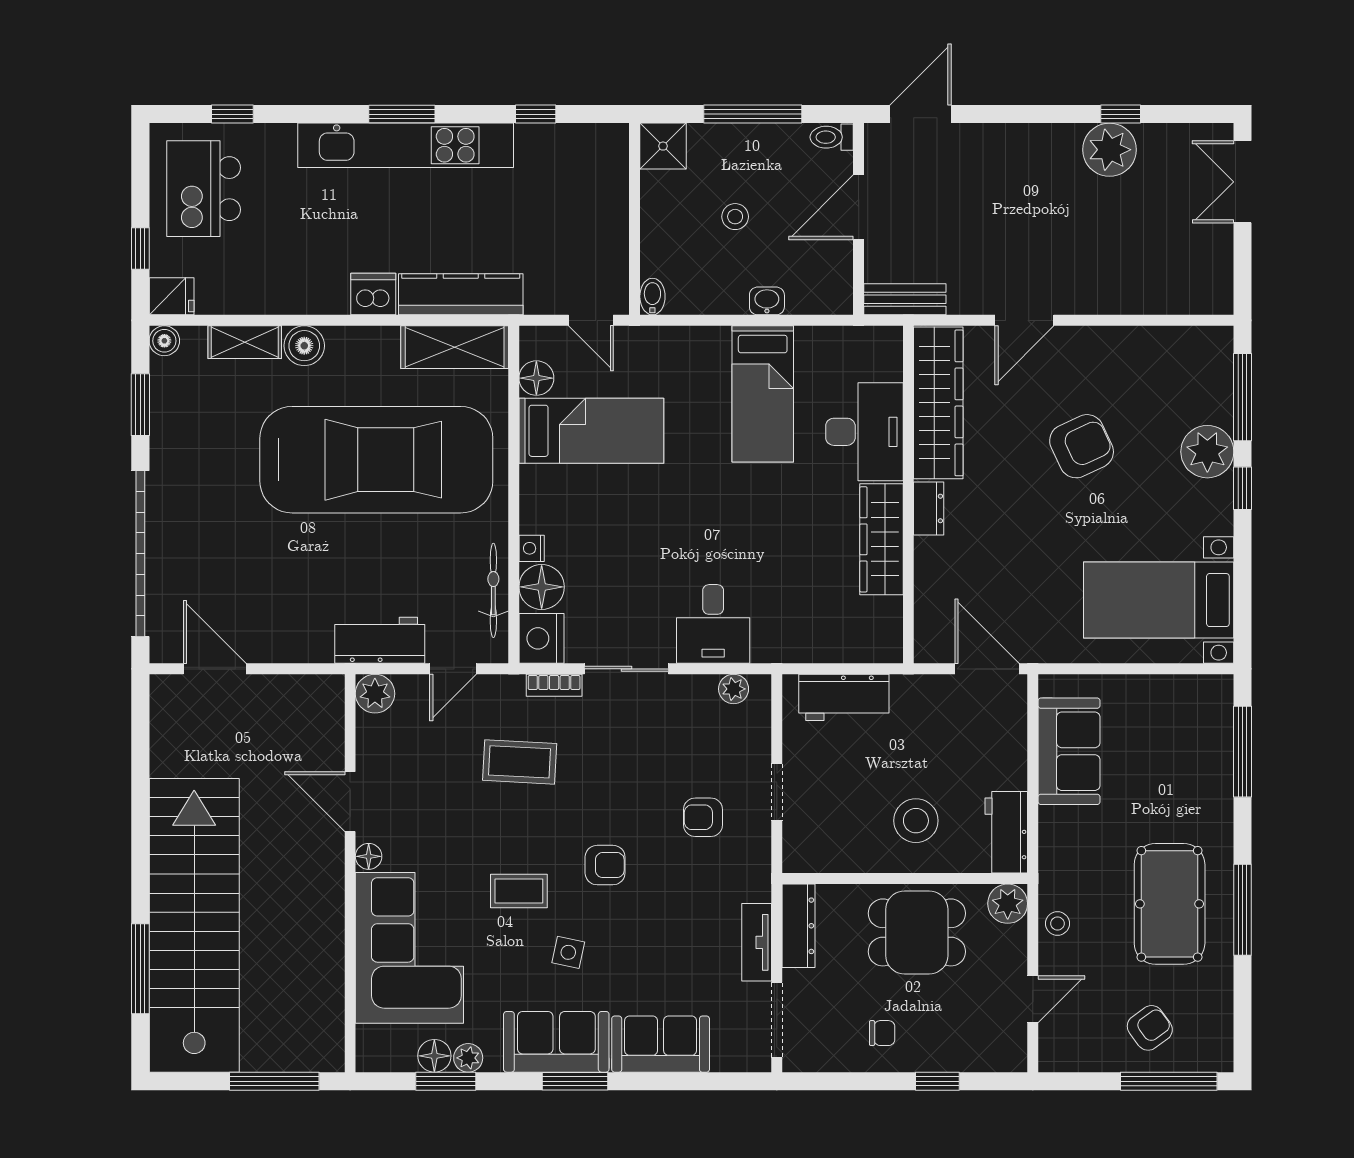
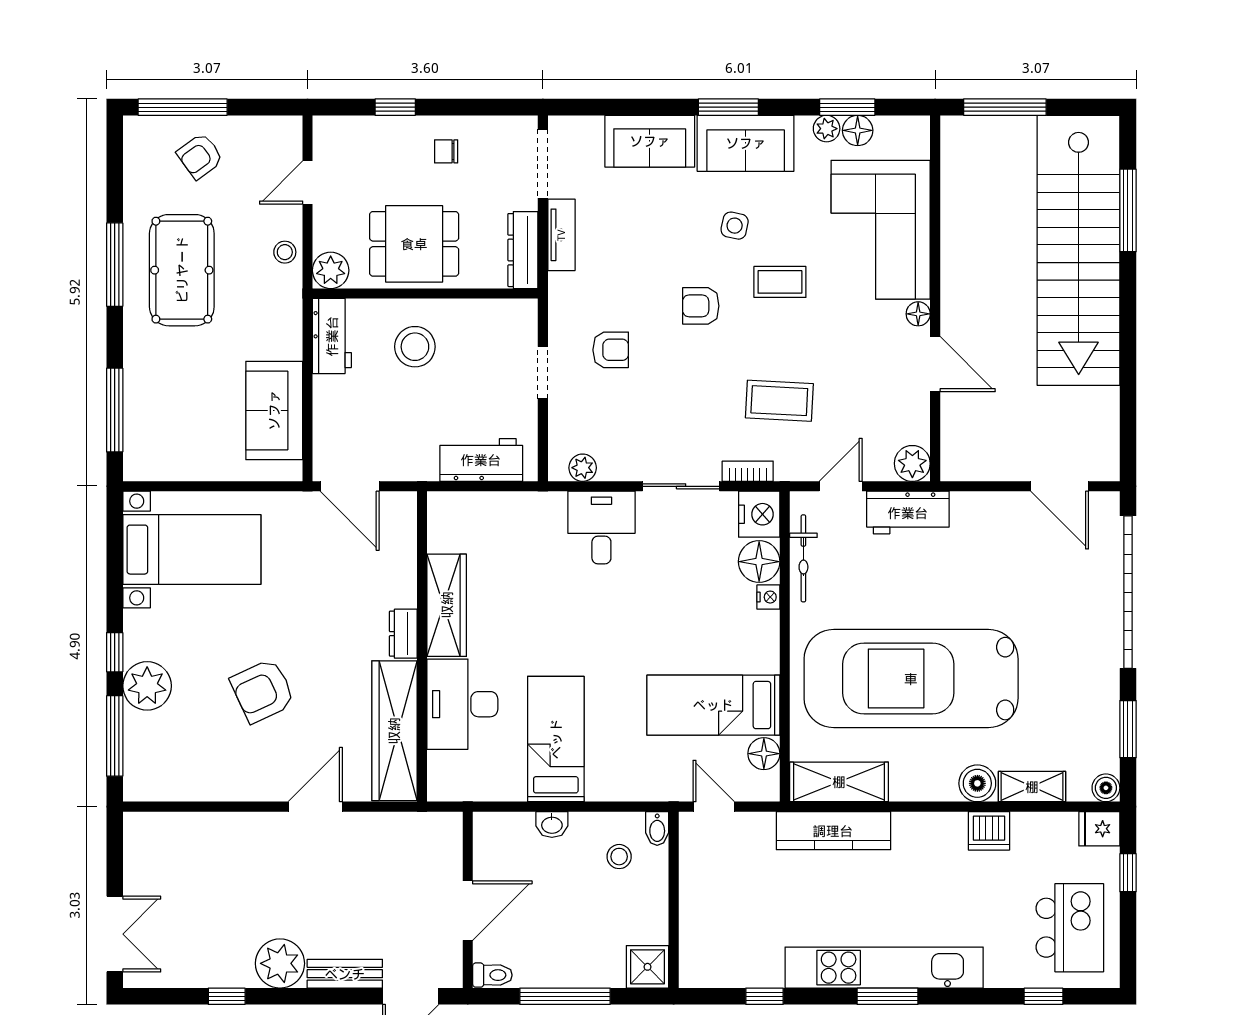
plant: (1109, 150) -> (280, 963), moved
stool: (735, 217) -> (619, 857), moved
dishwasher: (373, 294) -> (989, 831), moved
bench: (905, 299) -> (345, 974), moved

